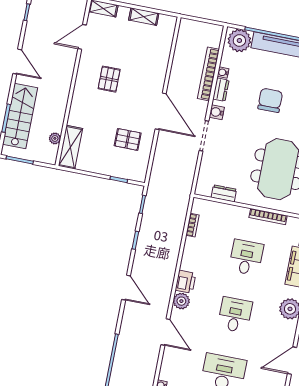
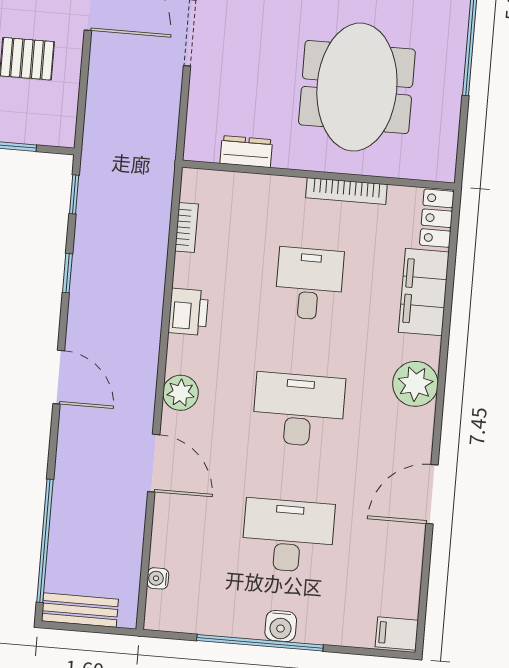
printer: (186, 282) -> (188, 312), moved
desk: (235, 315) -> (299, 410), width x1.37

